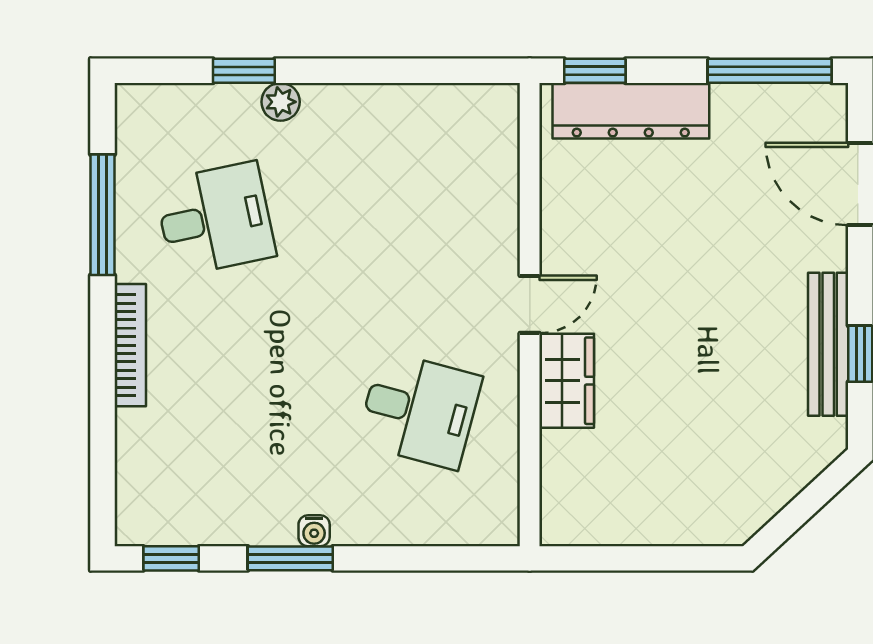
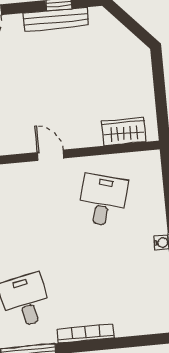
wardrobe: (567, 381) -> (124, 132), moved

